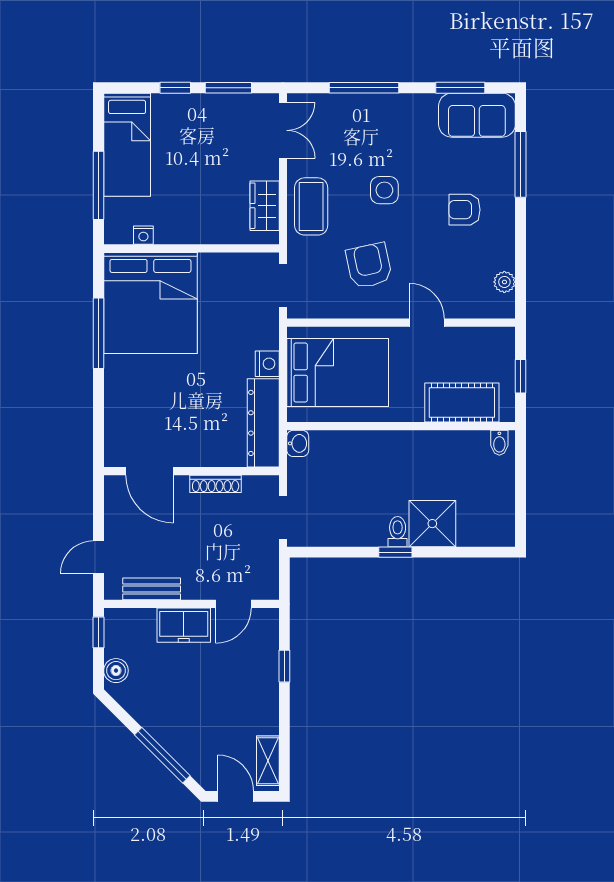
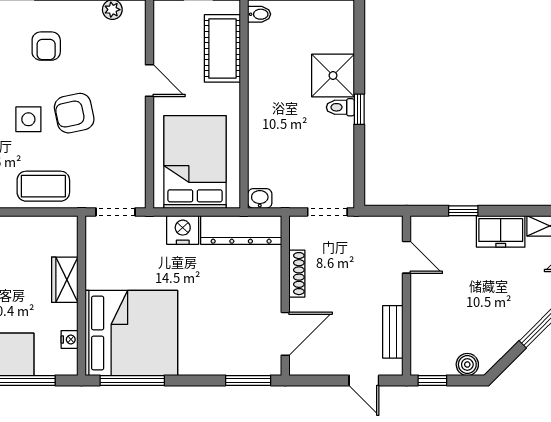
wardrobe: (265, 206) -> (65, 280), moved, turned 90
armchair: (369, 266) -> (74, 113), moved
door: (427, 323) -> (149, 80), swing flipped
window: (99, 333) -> (132, 380), moved
nightstand: (267, 364) -> (183, 230), width x1.36, depth x1.33
window: (99, 431) -> (248, 380), added
freezer: (184, 625) -> (501, 231), moved, turned 90

